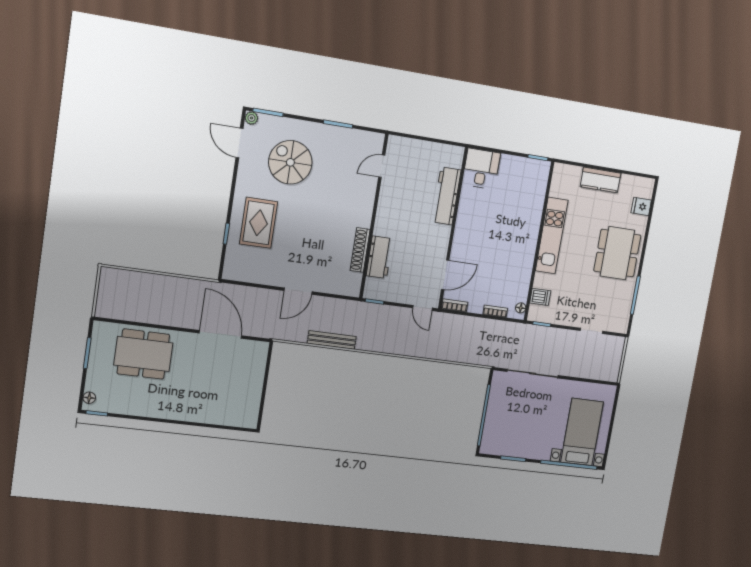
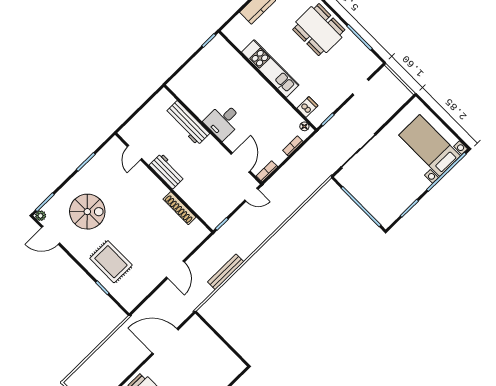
spiral stairs: (290, 162) -> (87, 212), turned 180
desk: (481, 169) -> (223, 121), moved, turned -90
workbench: (379, 257) -> (167, 171), moved

